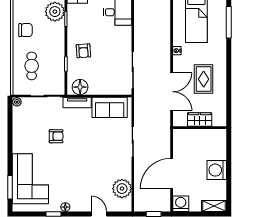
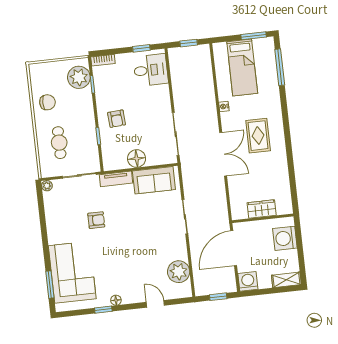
floor lamp: (80, 87) -> (137, 159), moved
wardrobe: (200, 120) -> (262, 209), moved
wall: (200, 128) -> (263, 218), moved

